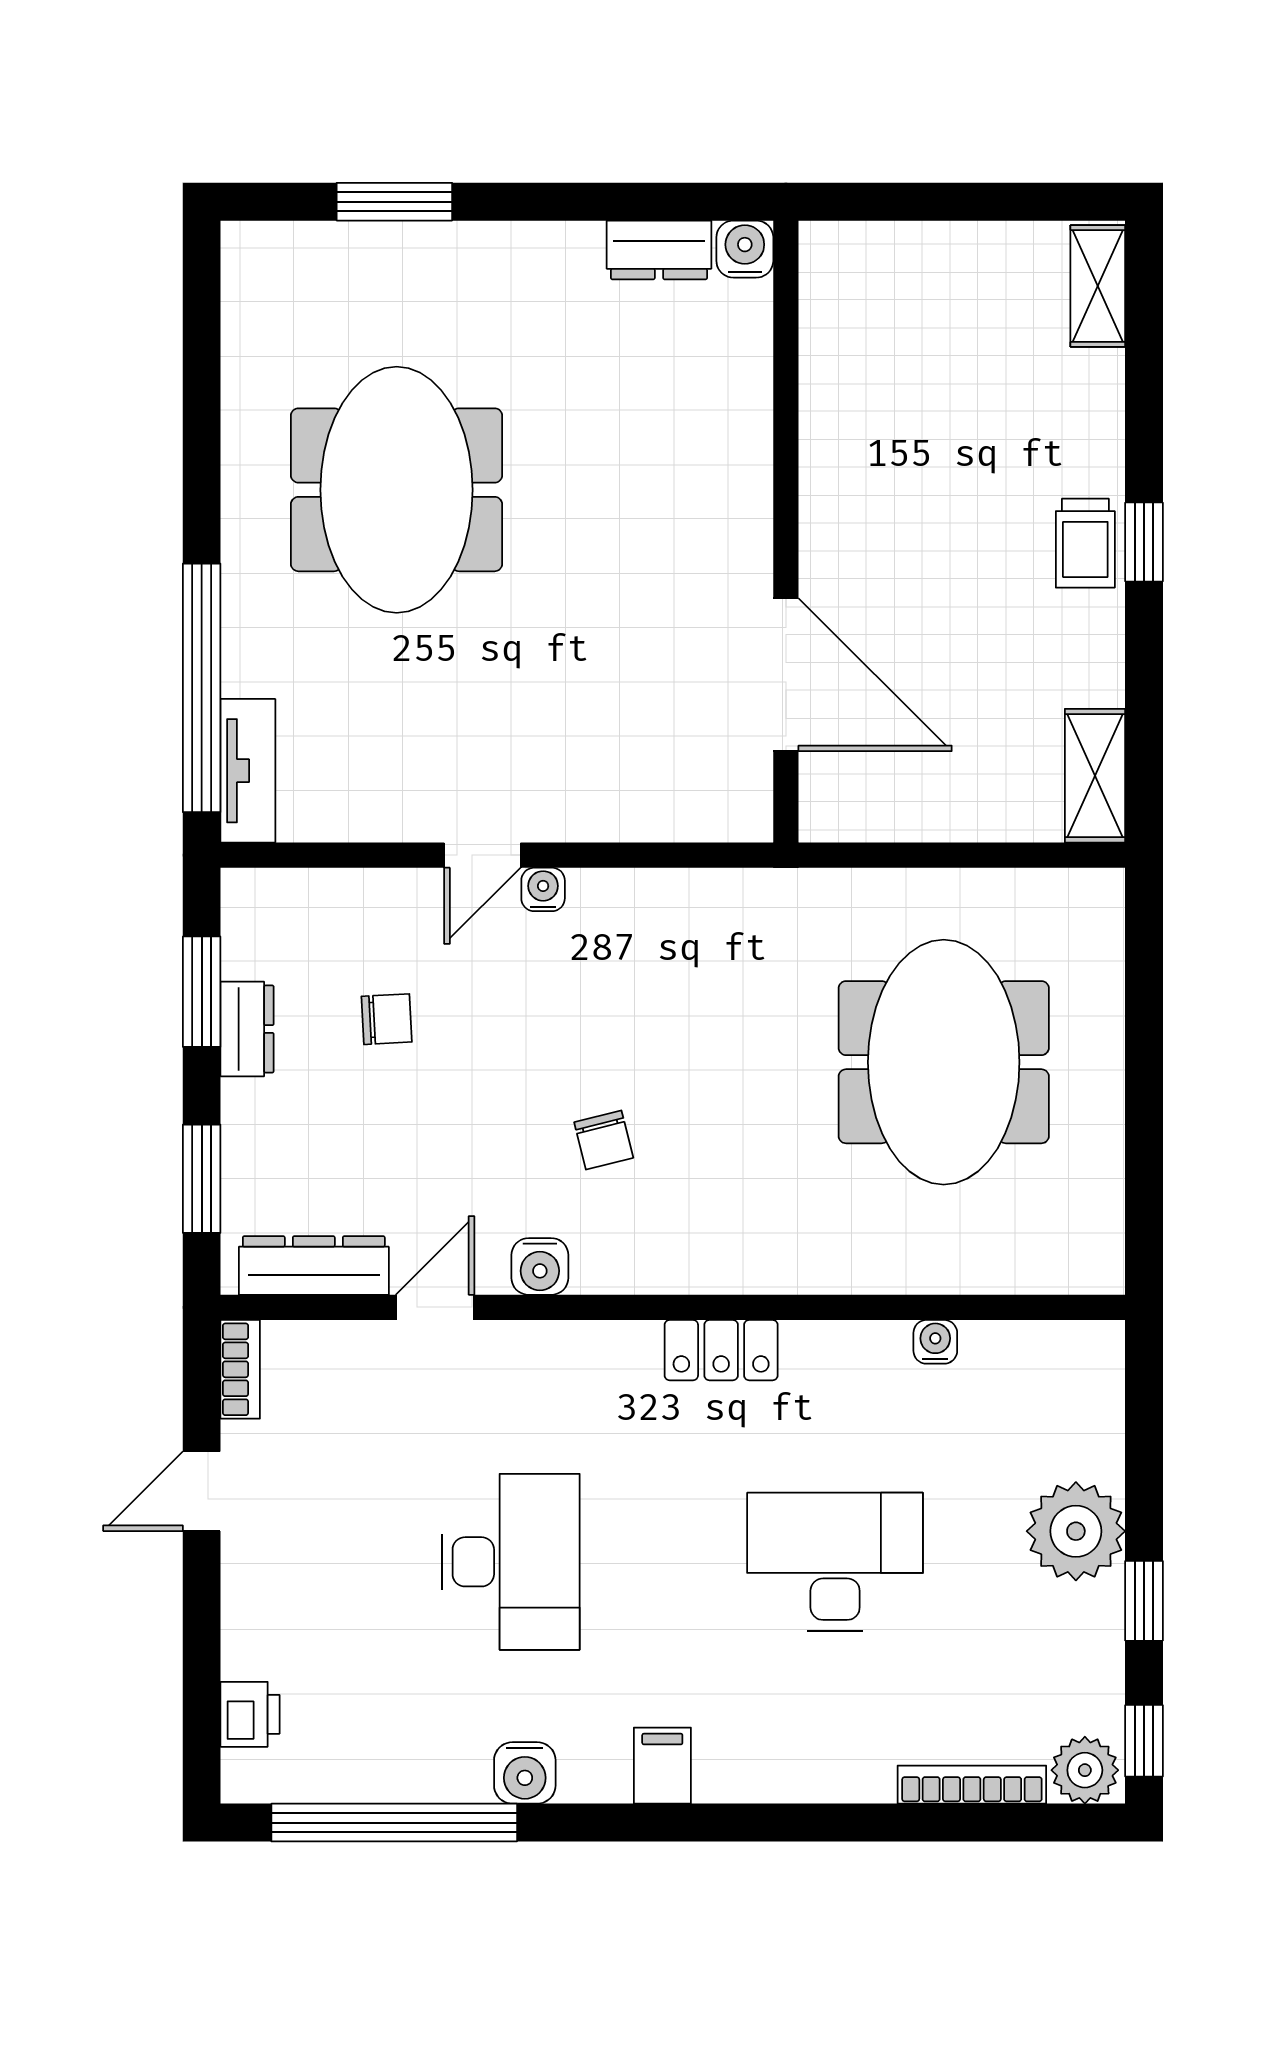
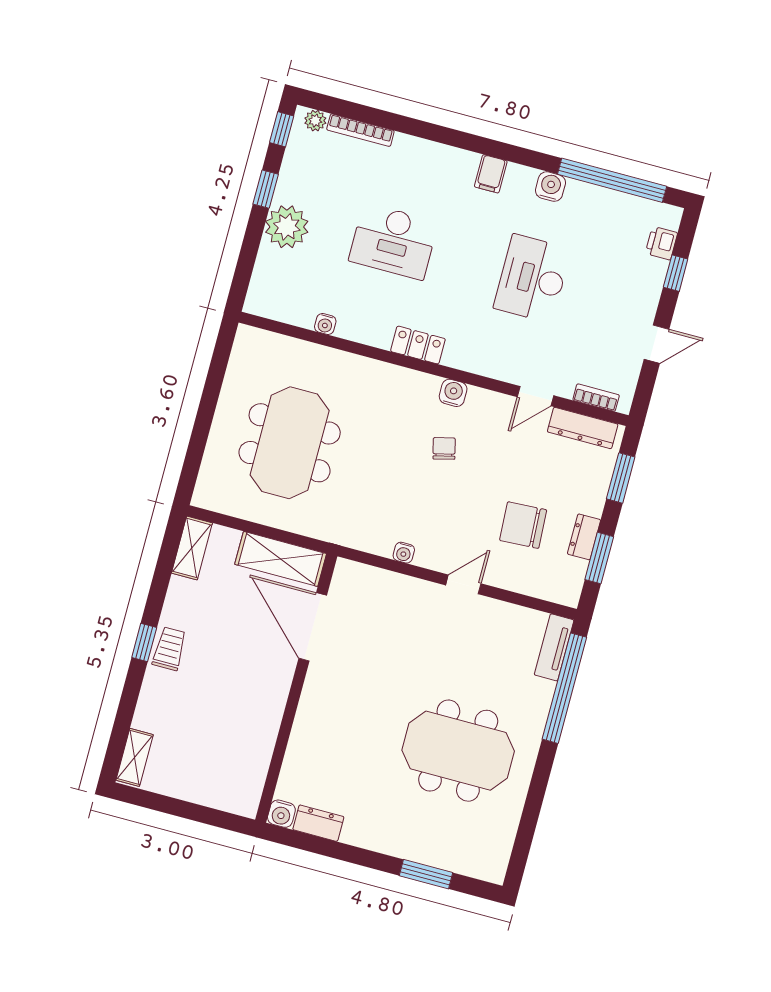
meeting table: (397, 490) -> (458, 751), turned 90
shelving: (895, 804) -> (281, 559), added
water cooler: (543, 889) -> (404, 553), moved
chair: (387, 1019) -> (523, 525), width x1.87, depth x1.87
water cooler: (540, 1266) -> (453, 393), moved
bookcase: (240, 1369) -> (596, 398), moved, turned 90
window: (202, 1657) -> (676, 273), added
plant: (1085, 1770) -> (315, 121), width x0.73, depth x0.73

